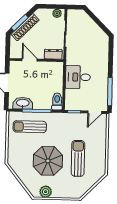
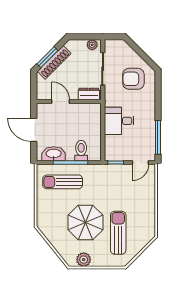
armchair: (91, 42) -> (133, 79), added
toilet: (57, 101) -> (81, 151), moved
sun lounger: (78, 158) -> (118, 233), moved

